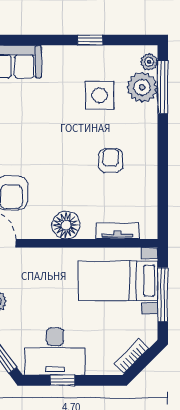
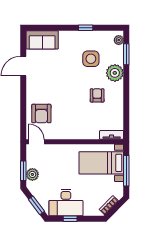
plant: (142, 87) -> (115, 73), moved
window: (163, 87) -> (126, 54), width x0.69
floor lamp: (66, 225) -> (72, 132), removed
tv unit: (117, 231) -> (112, 135), moved

